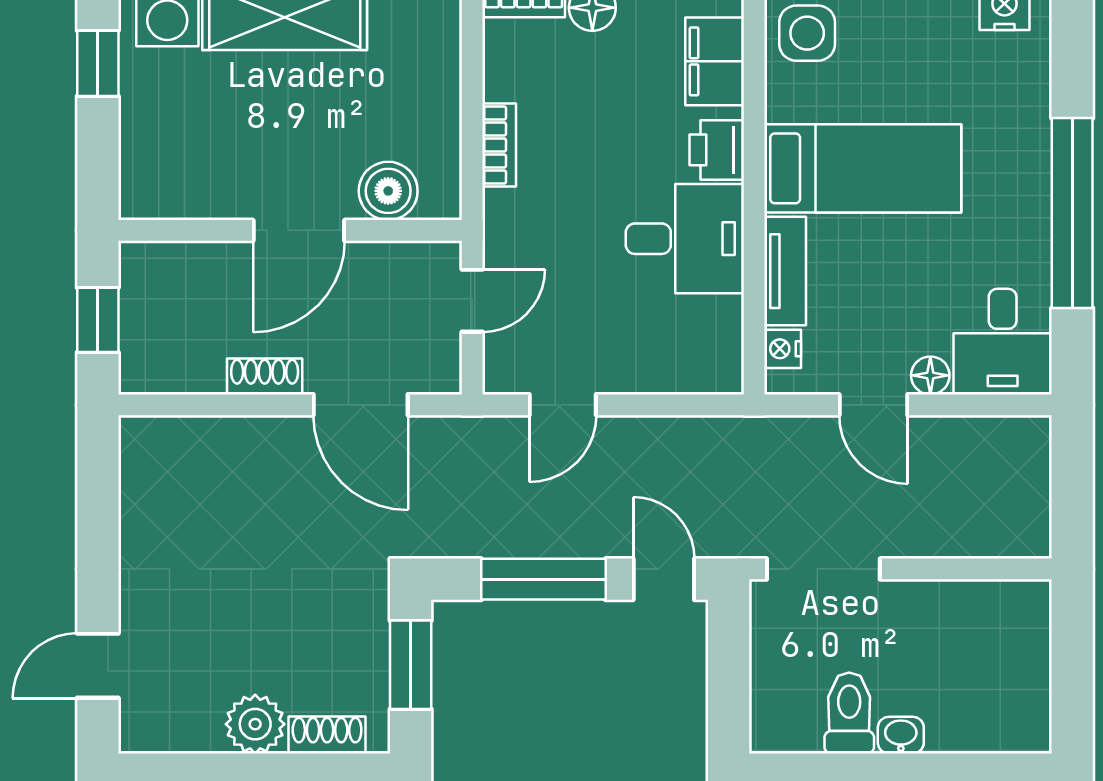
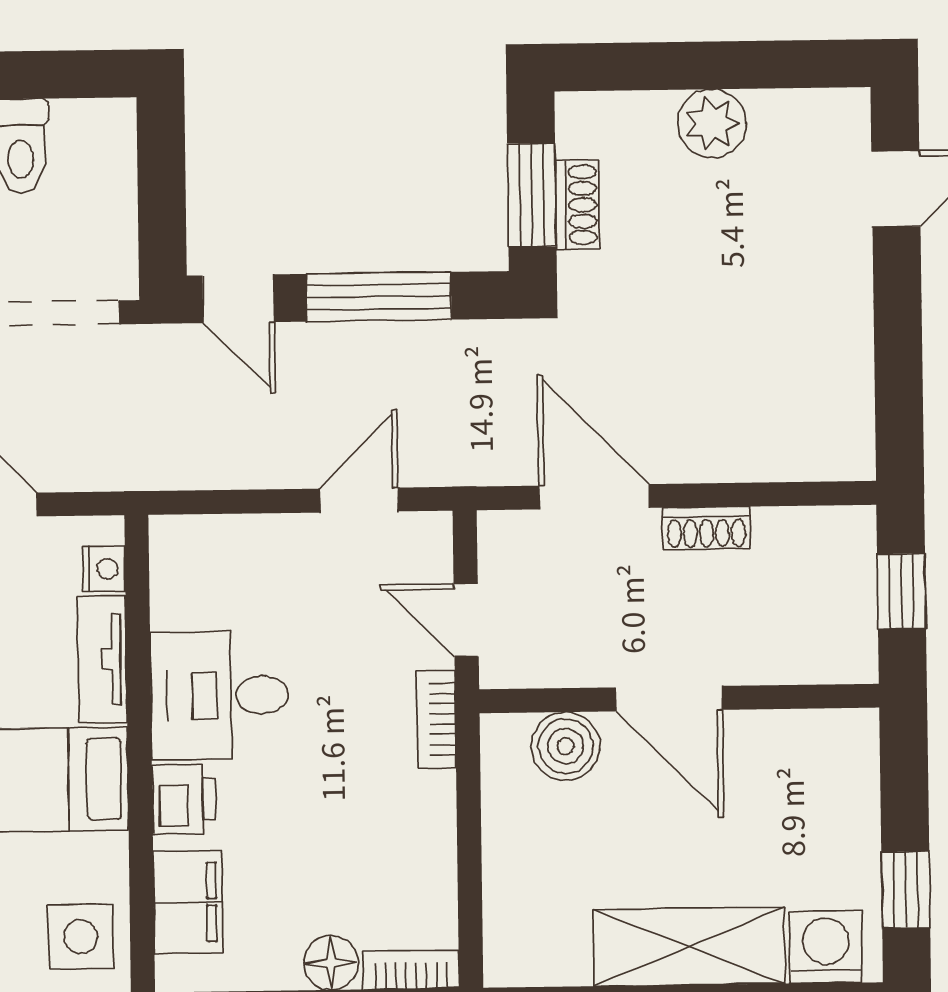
bookcase: (499, 145) -> (436, 719), moved
door: (299, 230) -> (669, 699), swing flipped
door: (472, 301) -> (466, 620), hinge flipped
shoe rack: (327, 735) -> (578, 205), moved, turned -90

